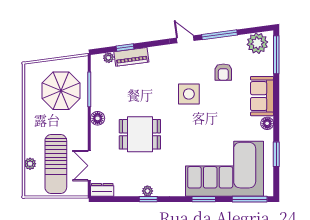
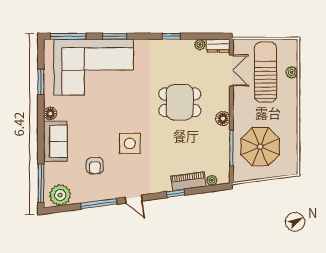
window: (125, 47) -> (176, 193), moved
armchair: (223, 72) -> (95, 166), turned 180
plant: (147, 191) -> (200, 45), moved

